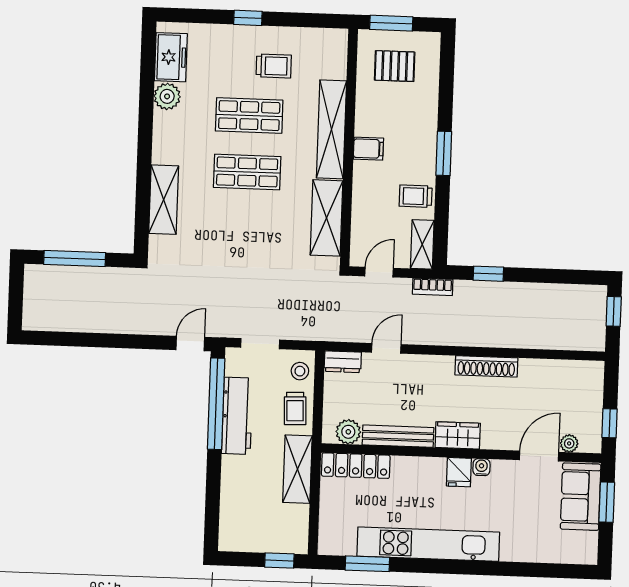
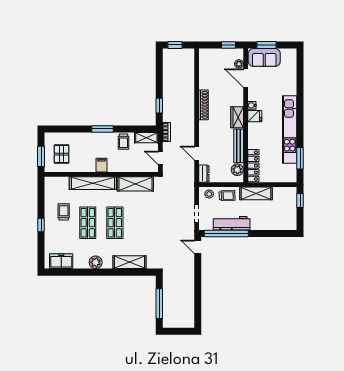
plant: (167, 96) -> (96, 262), moved

